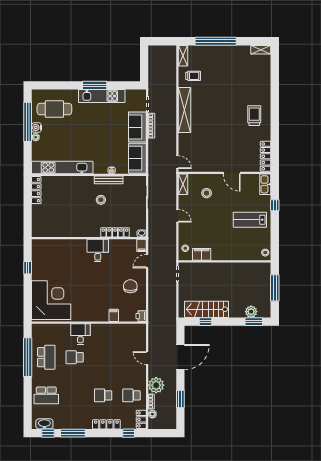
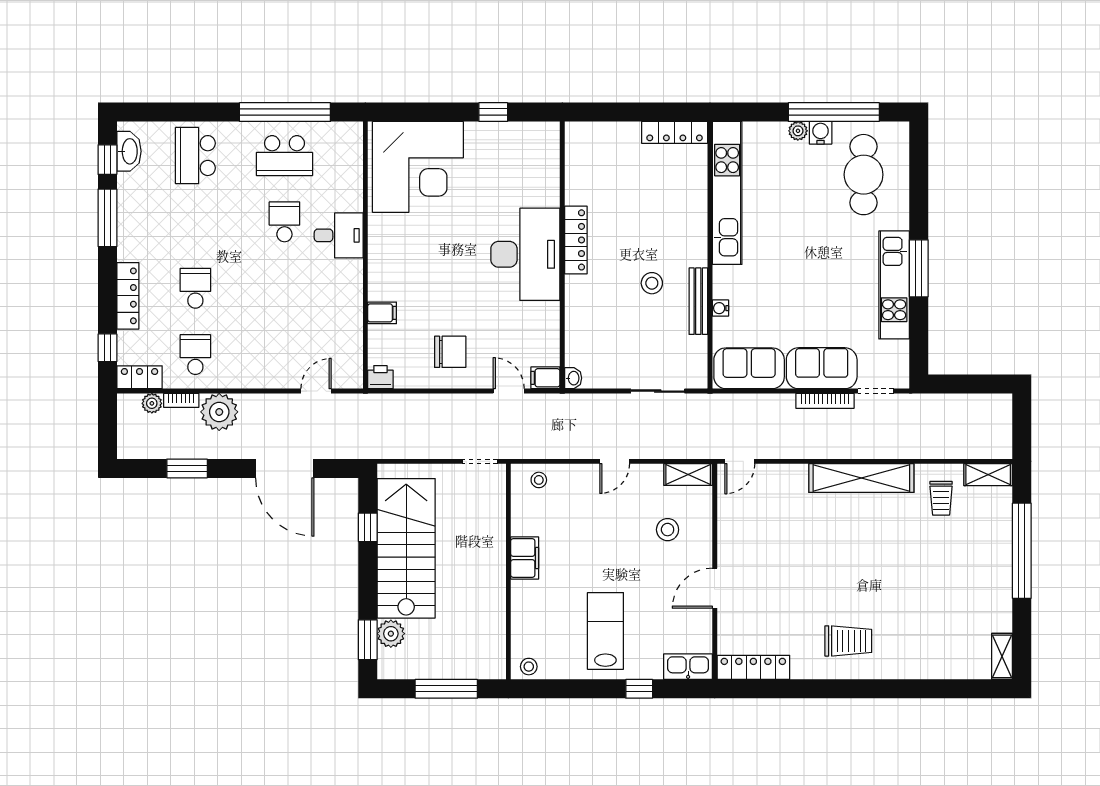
locker: (115, 232) -> (576, 240), moved
desk: (98, 251) -> (525, 254), width x1.87, depth x1.30
filing cabinet: (202, 254) -> (525, 558), moved
stairs: (207, 309) -> (406, 548), width x1.36, depth x1.51
door: (147, 358) -> (316, 391), moved

